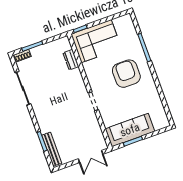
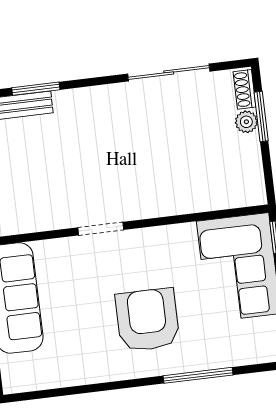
plant: (36, 52) -> (246, 122), added
dresser: (71, 60) -> (209, 199), removed
armchair: (126, 74) -> (147, 320), turned -90

